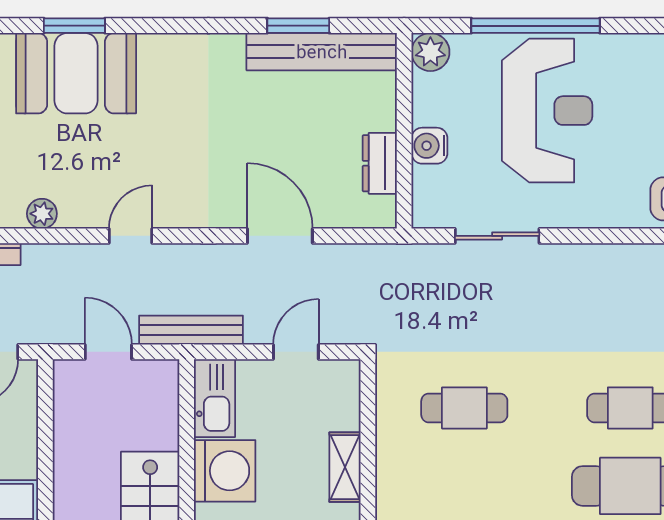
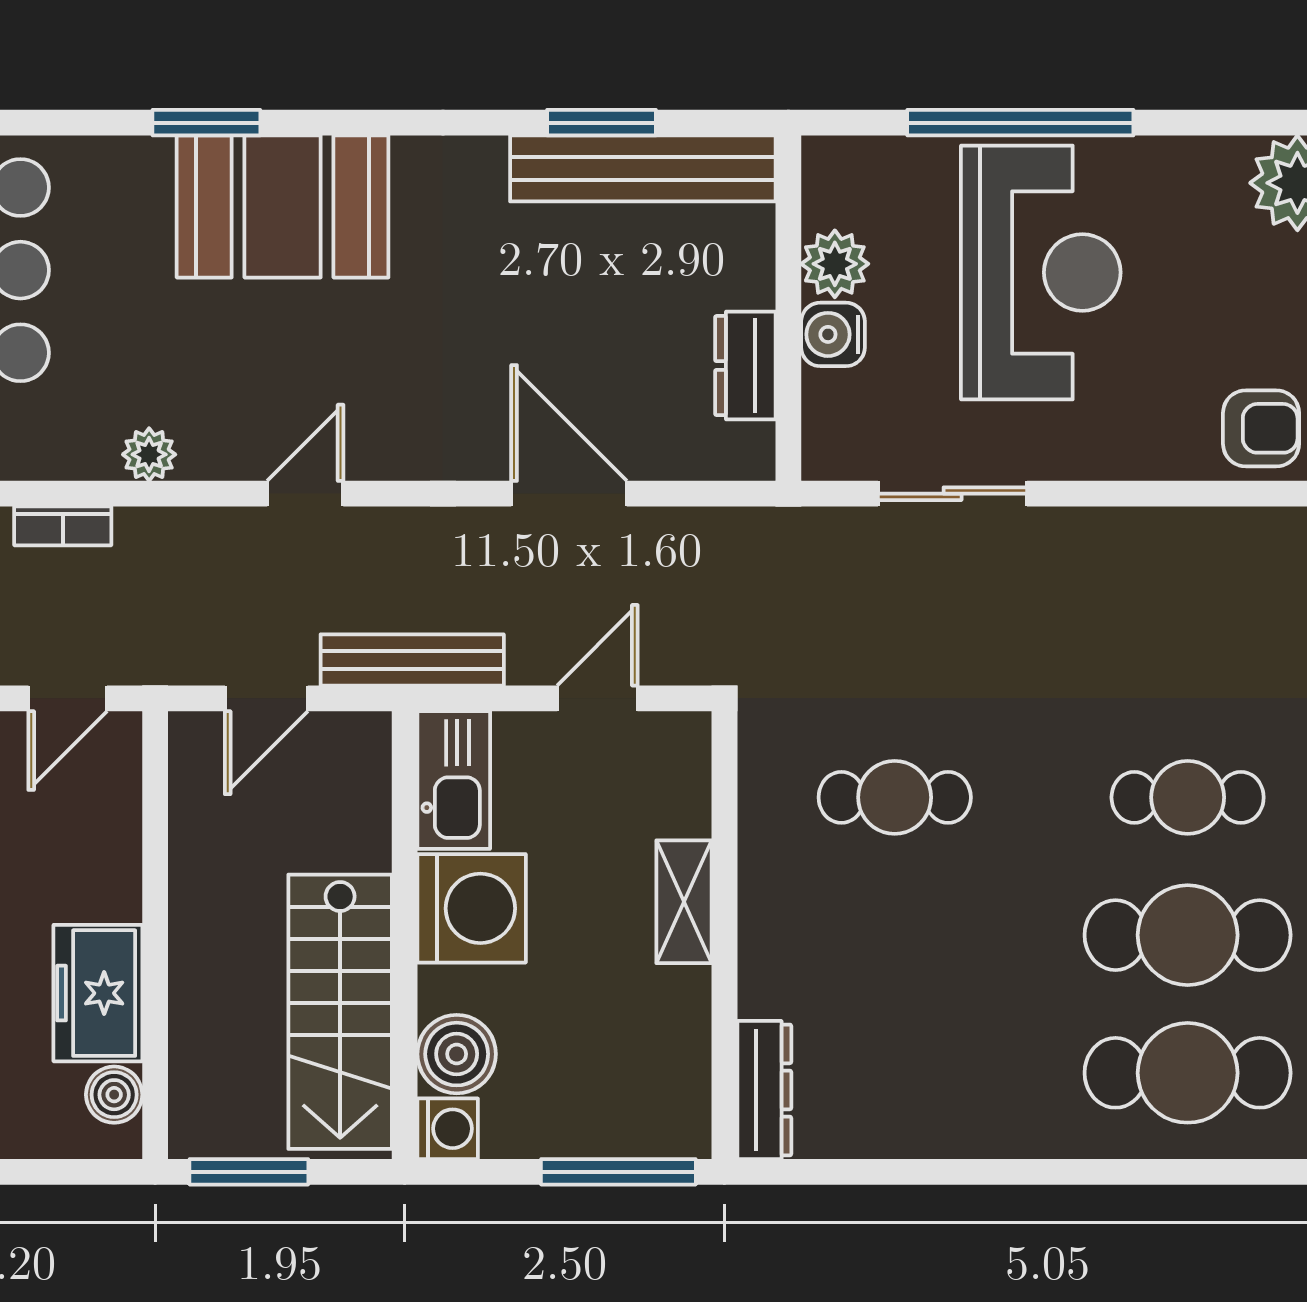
plant: (430, 52) -> (835, 264), moved
booth: (76, 73) -> (283, 206), moved
door: (108, 352) -> (266, 698), swing flipped

